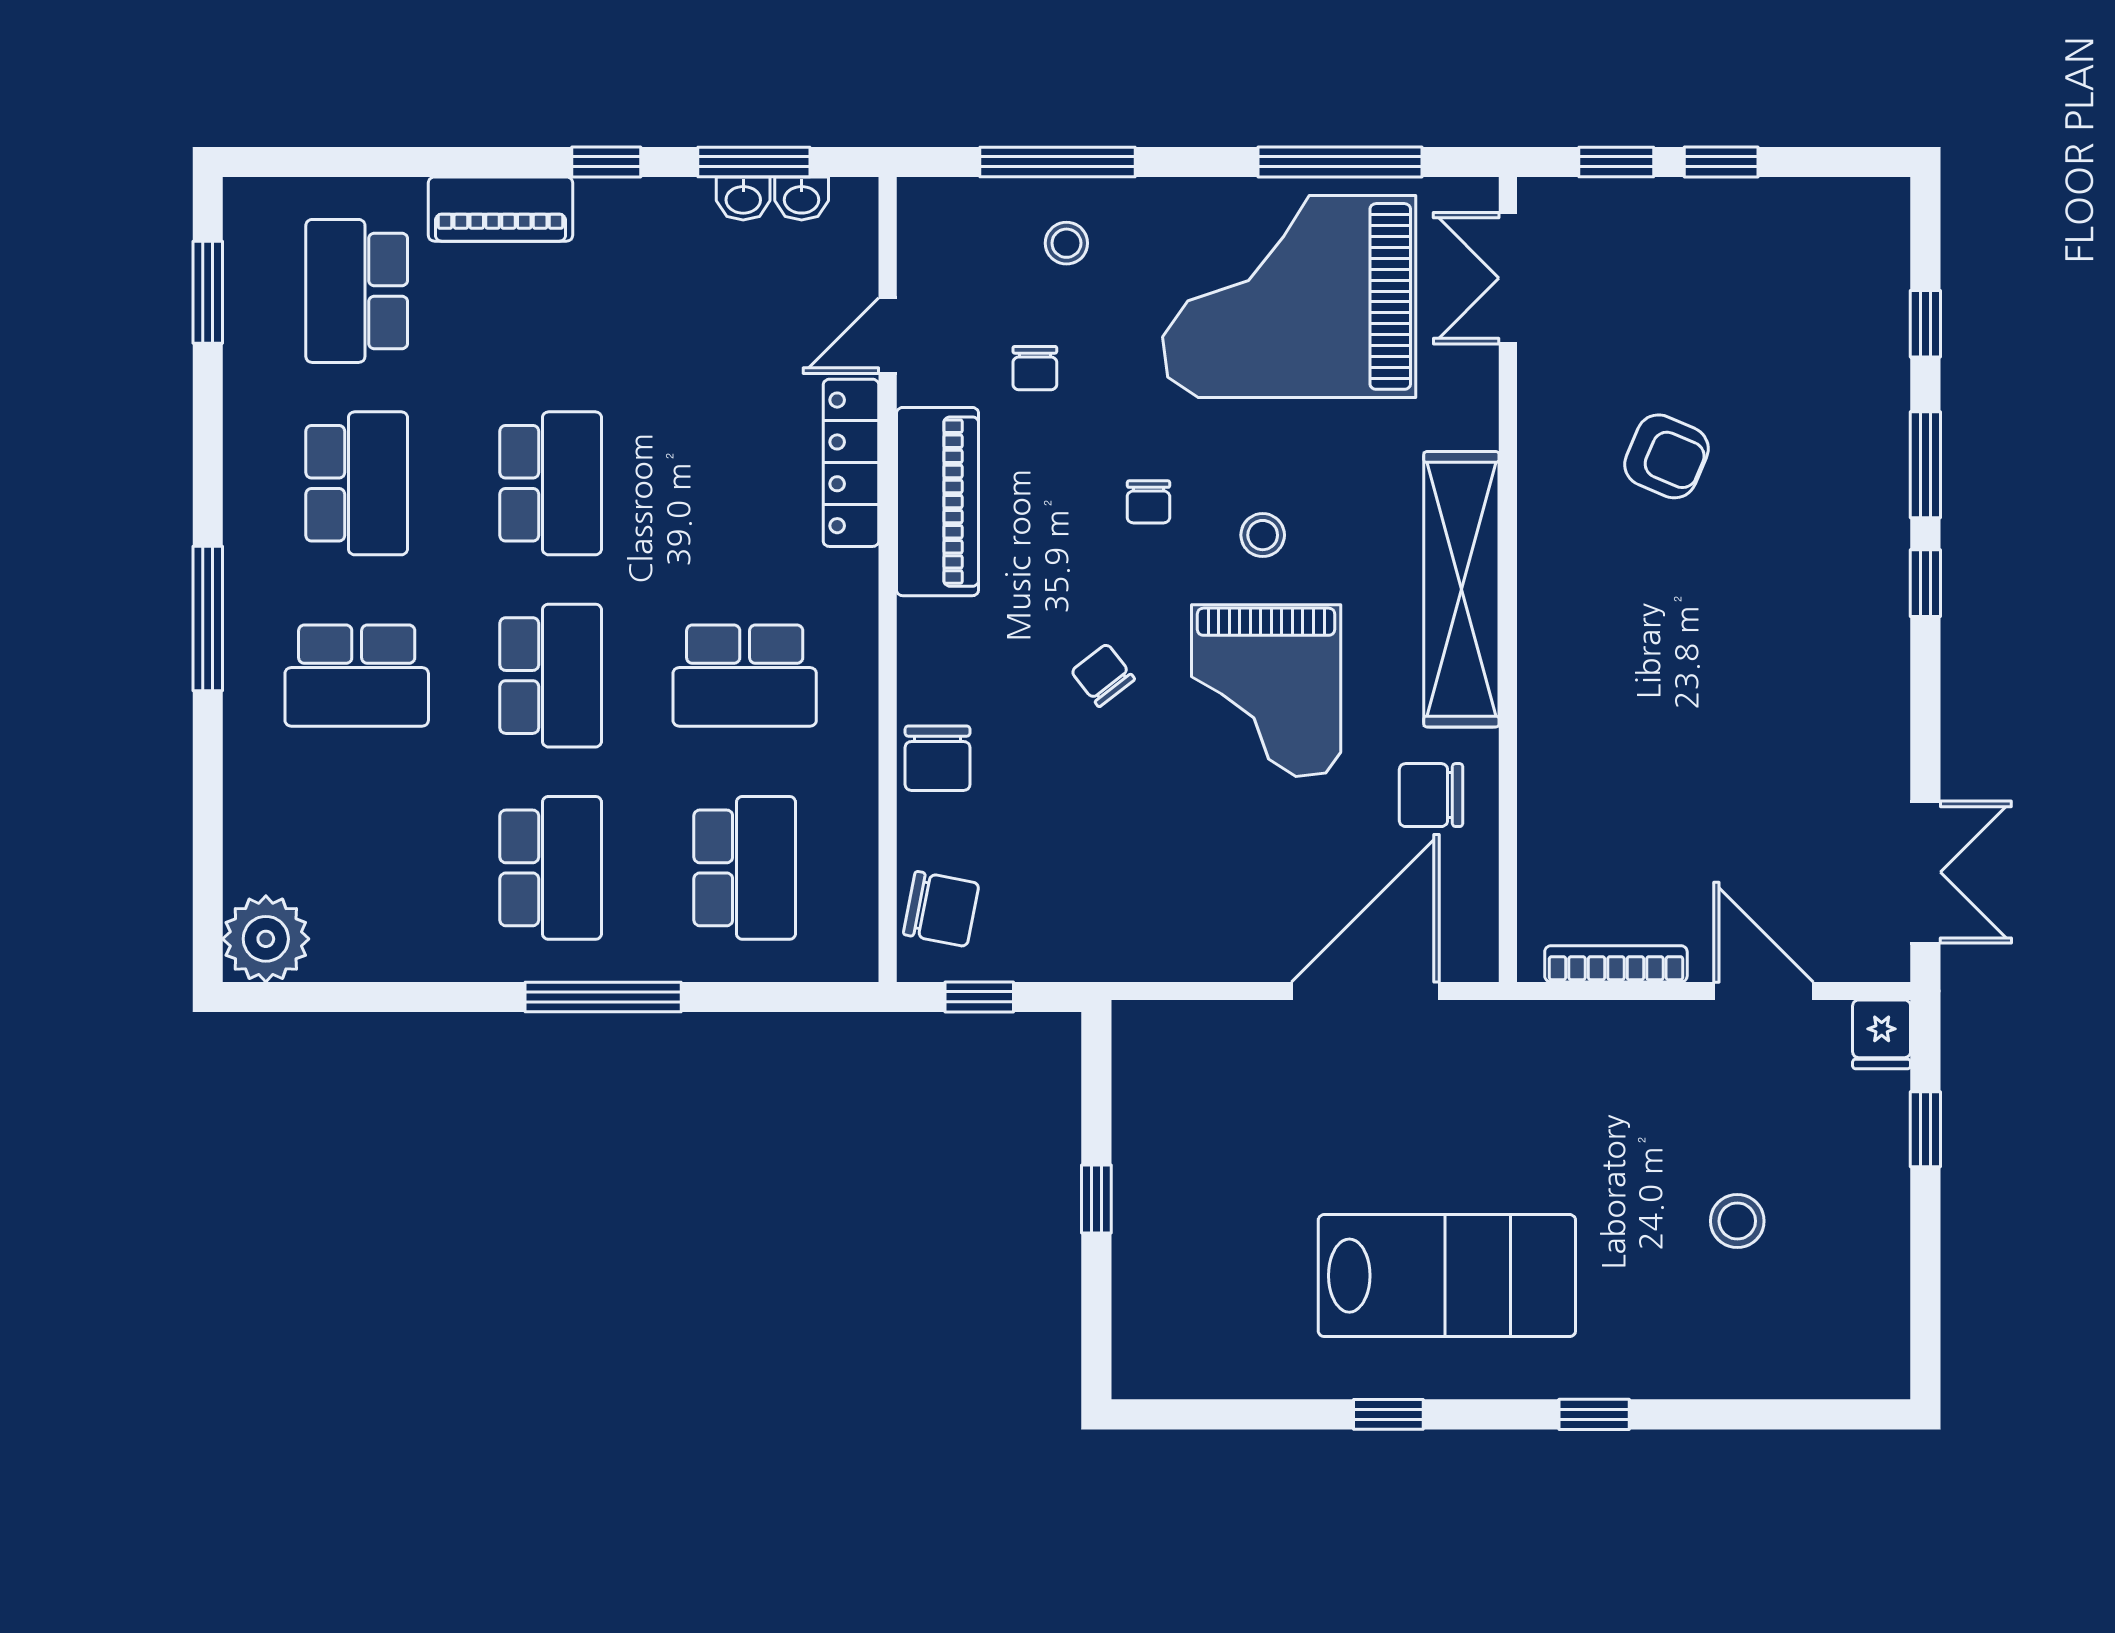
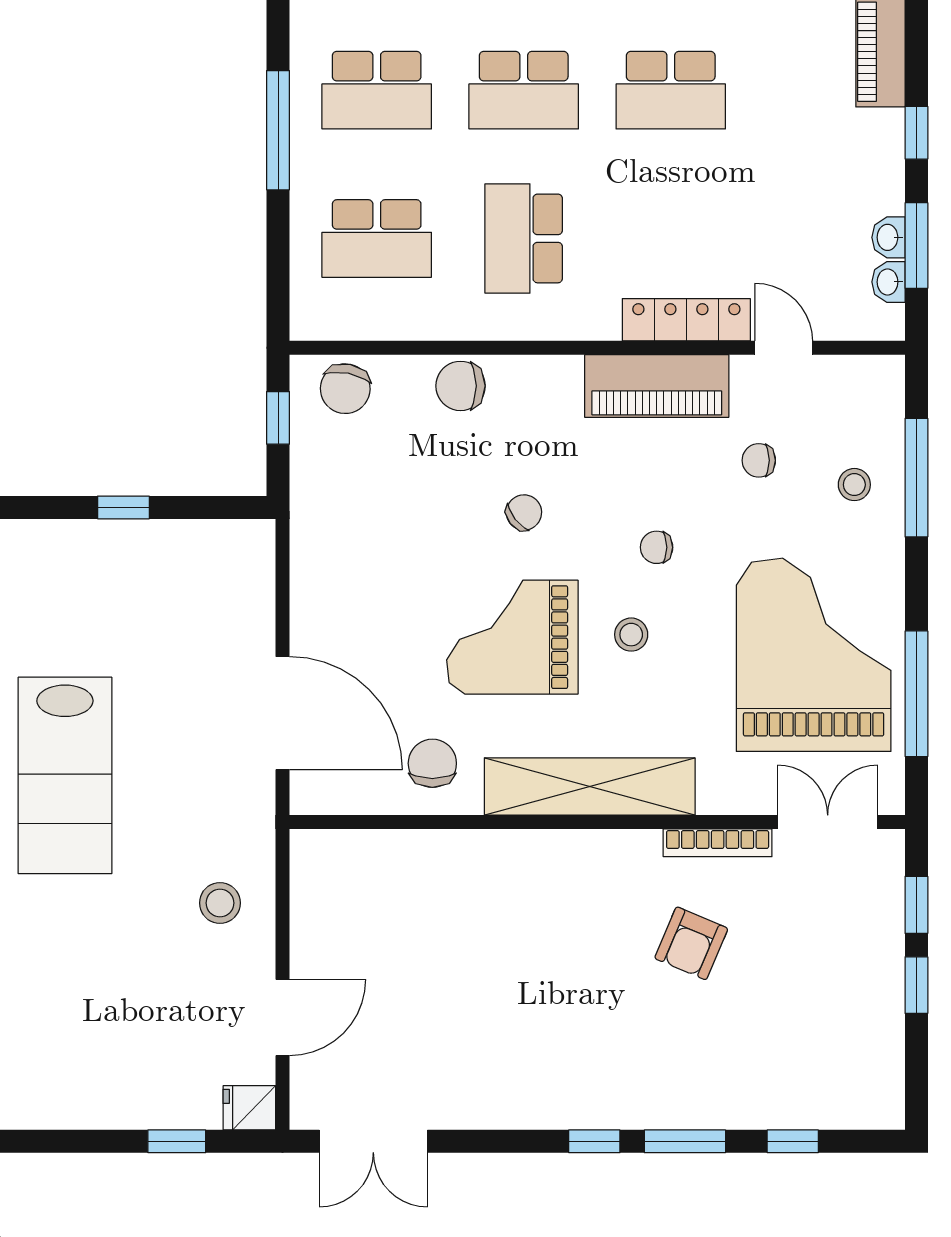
bookcase: (1616, 964) -> (718, 843), moved, turned 90
stool: (1737, 1221) -> (220, 903), moved

